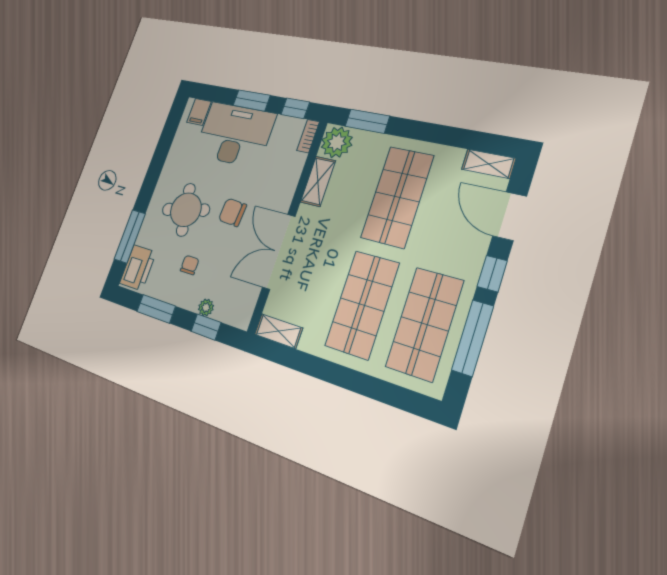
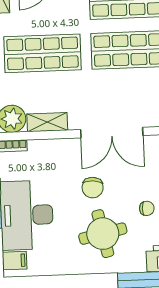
chair: (190, 265) -> (147, 208), turned 180

